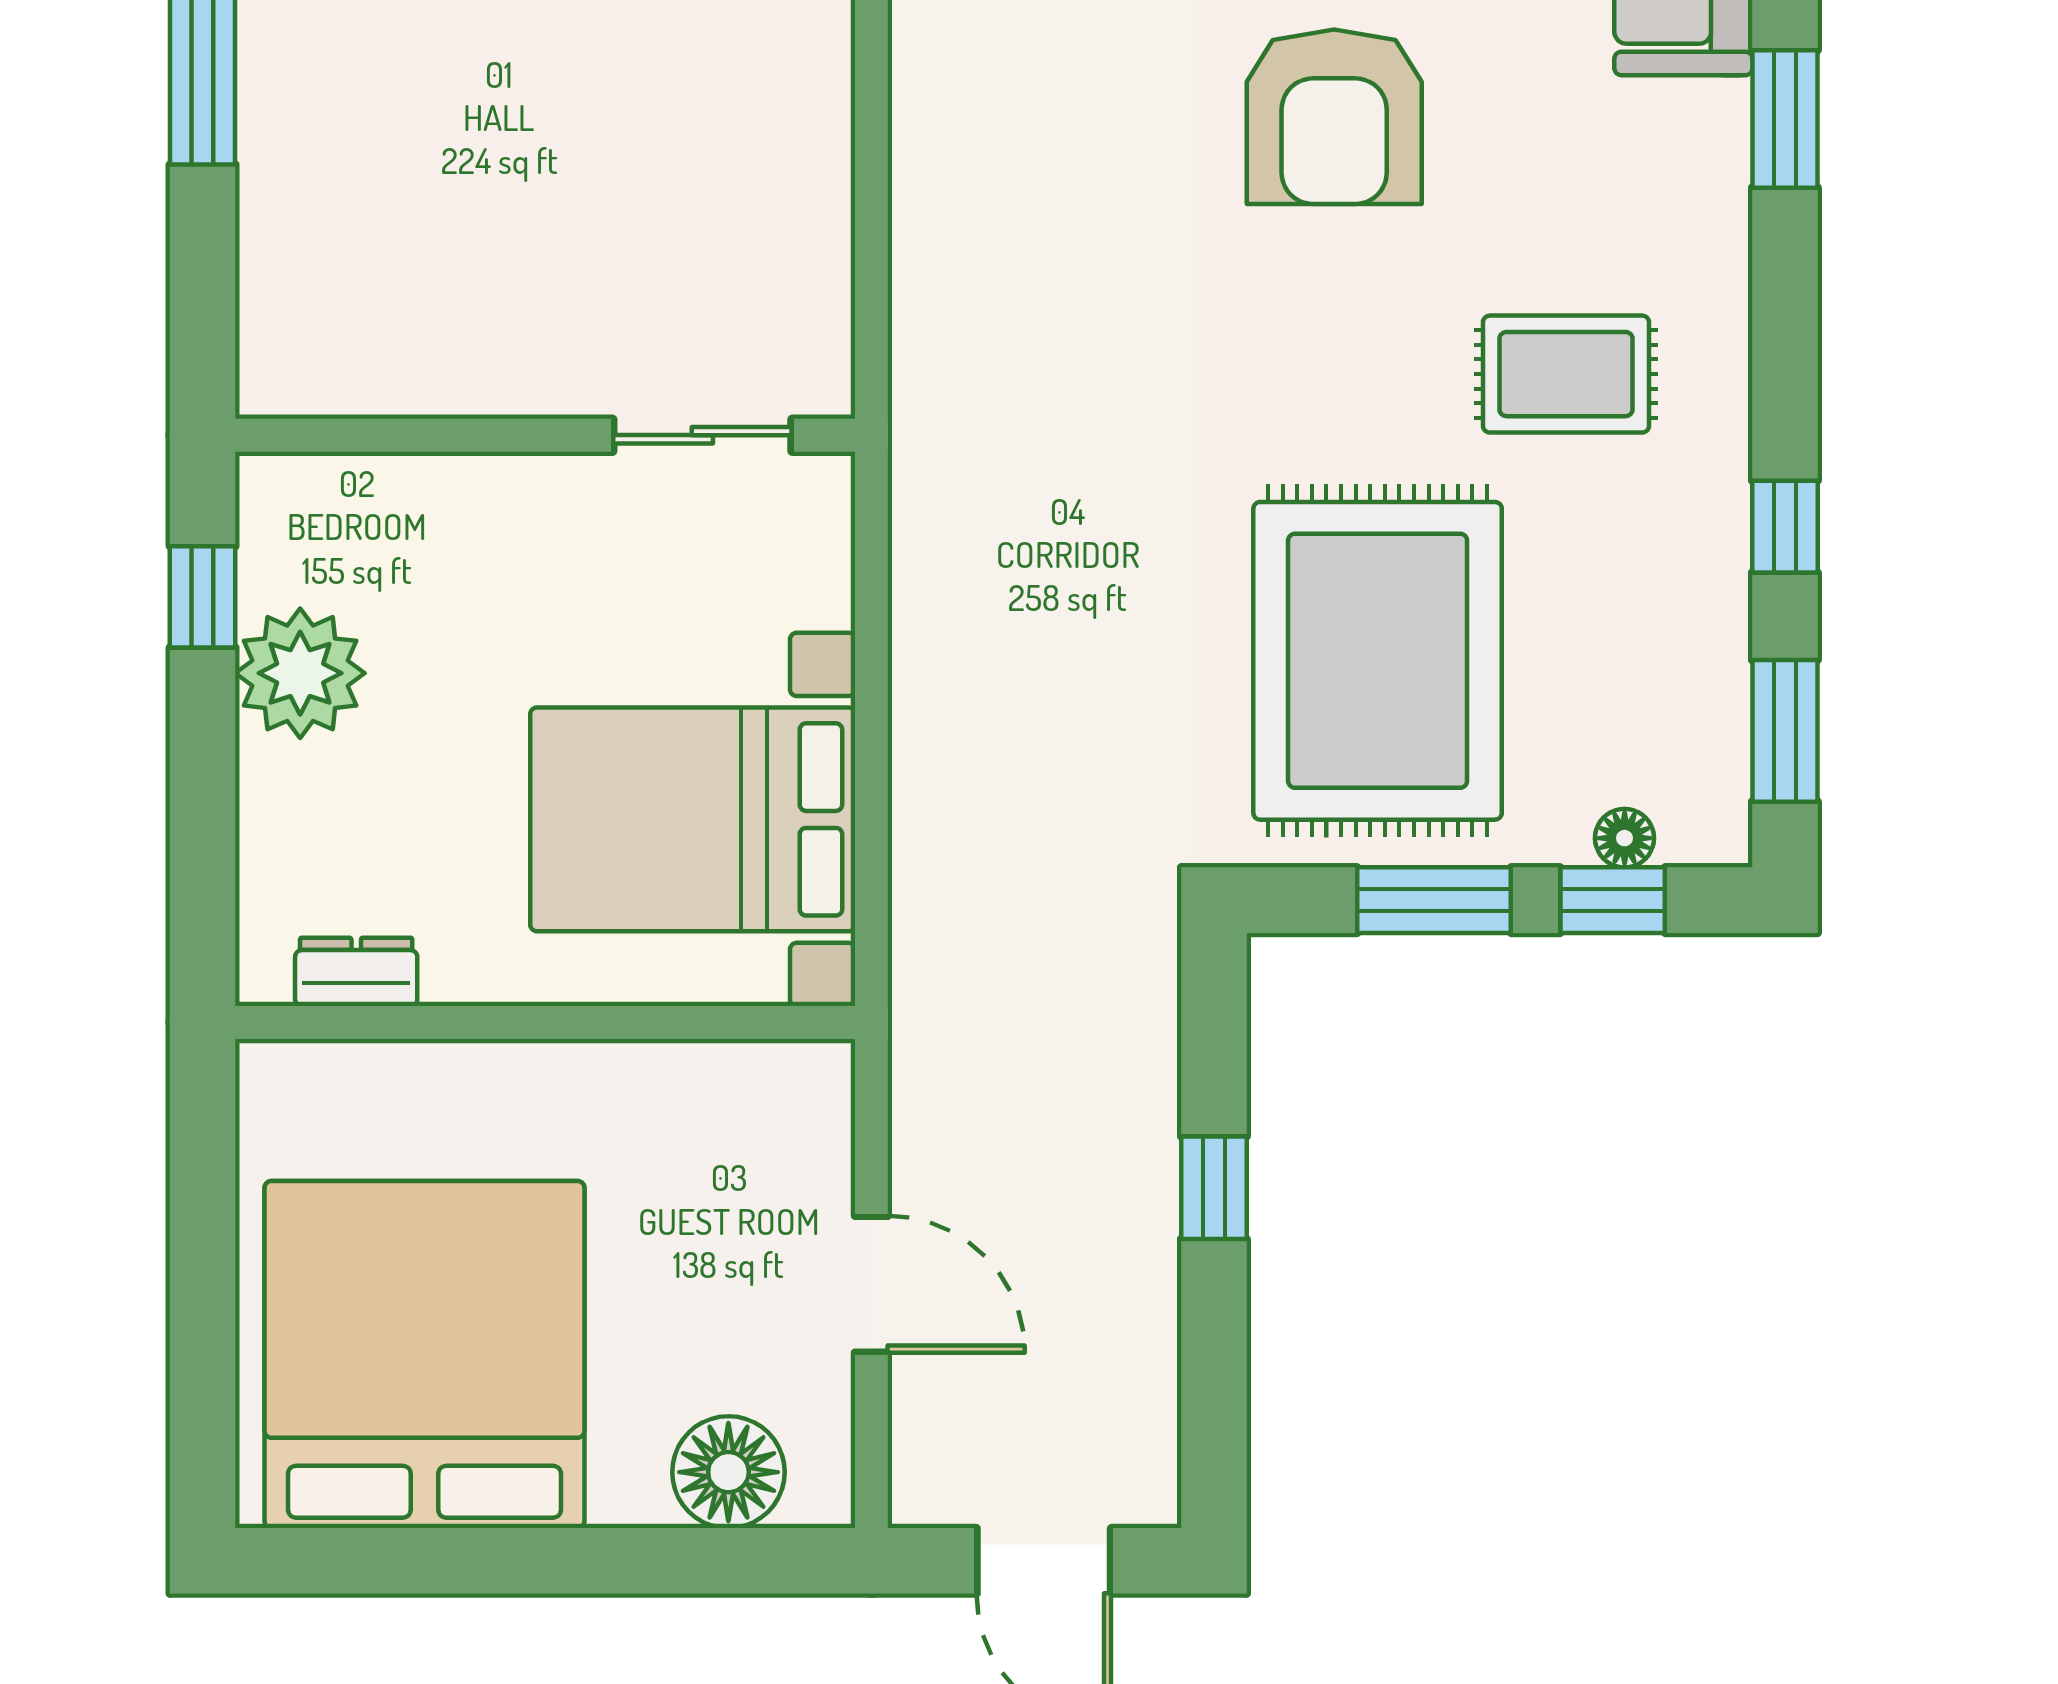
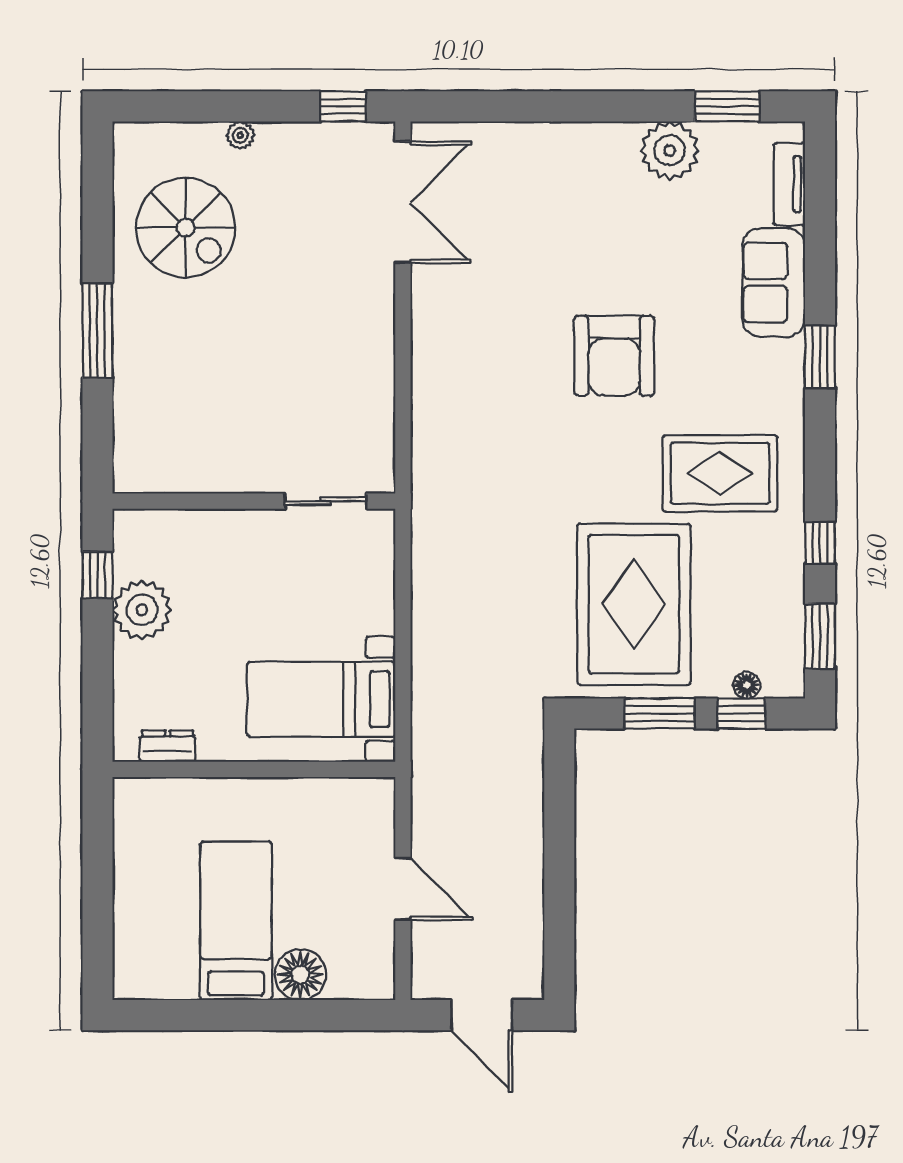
rug: (1566, 374) -> (720, 473), width x1.36, depth x1.43
bed with nightstands: (693, 819) -> (321, 699), width x0.73
window: (1214, 1188) -> (559, 845), removed
bed: (424, 1355) -> (236, 921), width x0.49
floor lamp: (728, 1472) -> (300, 975), moved

